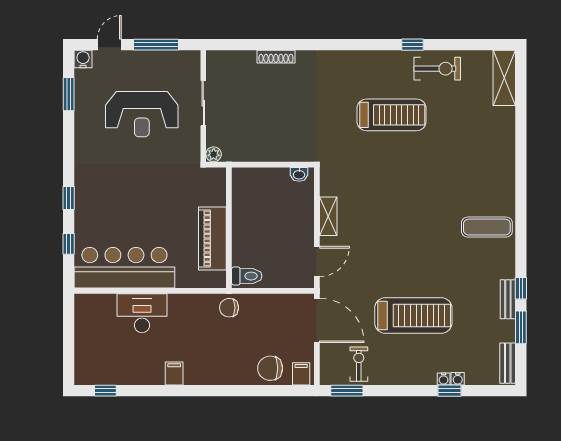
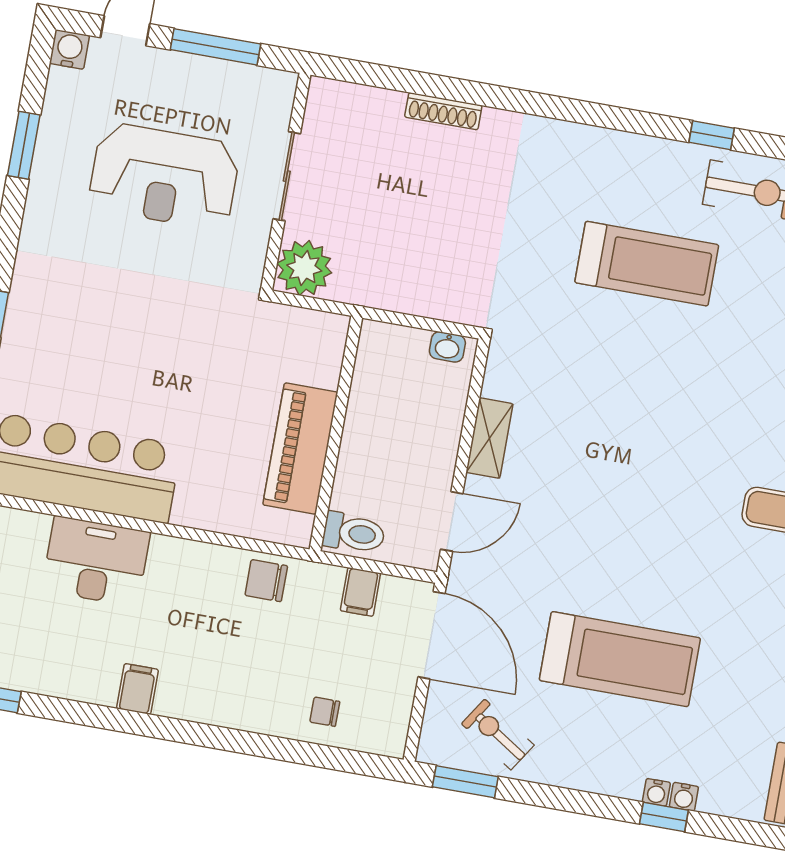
window: (69, 94) -> (24, 145), moved
plant: (214, 154) -> (304, 268), width x1.88, depth x1.88
wall: (229, 228) -> (336, 434), moved
piano: (212, 238) -> (300, 449), moved
toilet: (247, 276) -> (354, 533), moved
exercise bike: (359, 364) -> (498, 734), turned -57
chair: (270, 368) -> (325, 712), width x0.54, depth x0.54
filing cabinet: (301, 374) -> (360, 592), moved, turned 180

